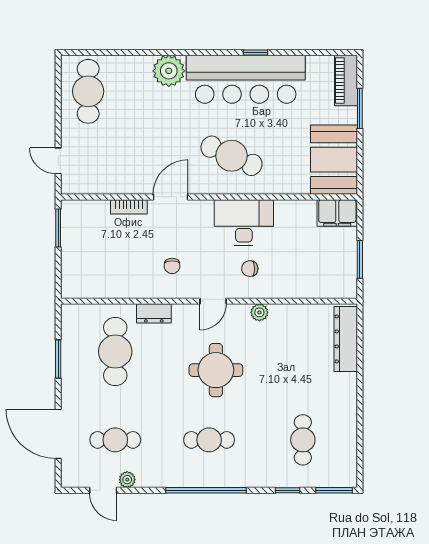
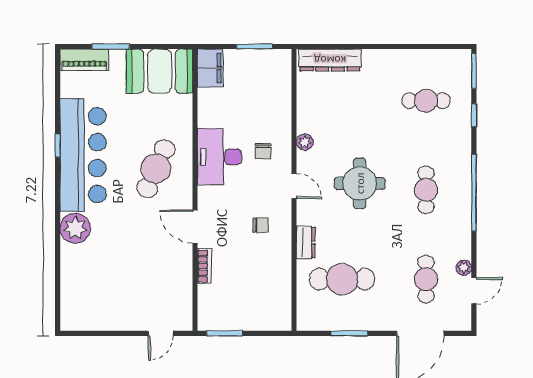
cafe table: (88, 91) -> (95, 305), removed

